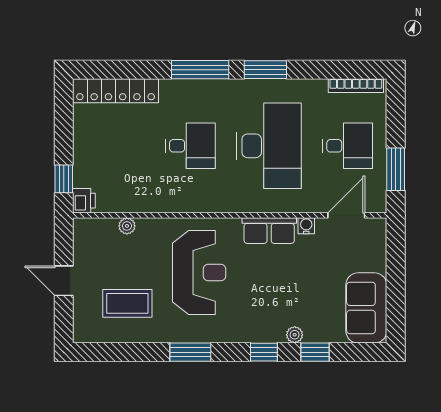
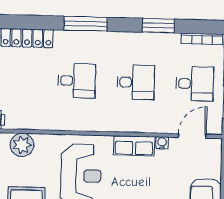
window: (265, 70) -> (158, 26), moved
desk: (269, 146) -> (136, 82), width x0.53, depth x0.77
plant: (127, 226) -> (22, 145), width x1.88, depth x1.88

